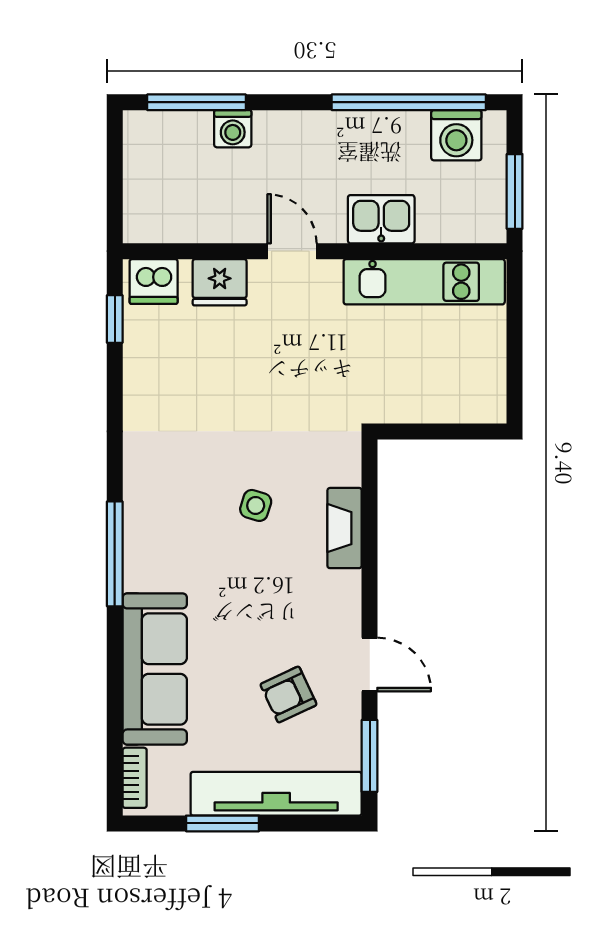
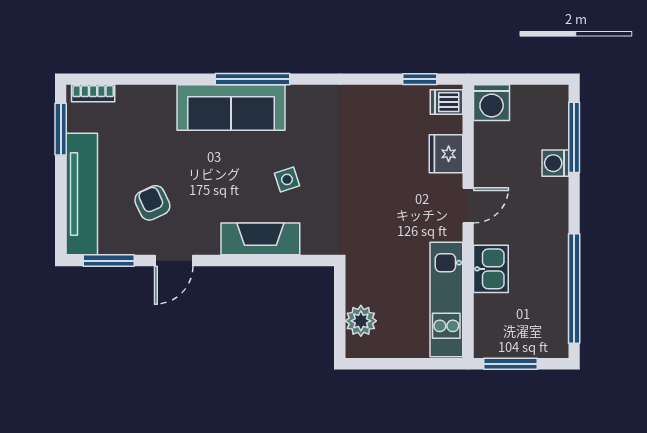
washing machine: (456, 135) -> (492, 103), moved, turned -90
dishwasher: (154, 281) -> (446, 102), width x0.73
plant: (454, 402) -> (361, 321), added
side table: (256, 505) -> (287, 179), turned -35
fireplace: (345, 528) -> (260, 239), width x1.37, depth x1.32
sofa: (155, 669) -> (231, 108), moved
window: (223, 823) -> (61, 129), moved

